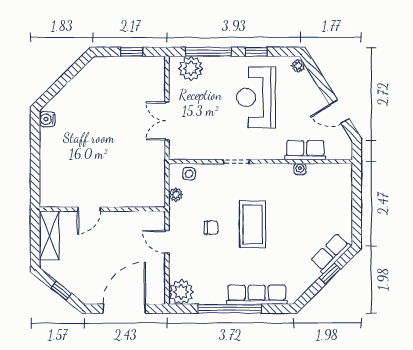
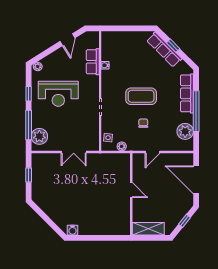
door: (89, 209) -> (131, 190), moved
row of seats: (331, 253) -> (164, 50), width x1.48
plant: (181, 292) -> (185, 131), moved

